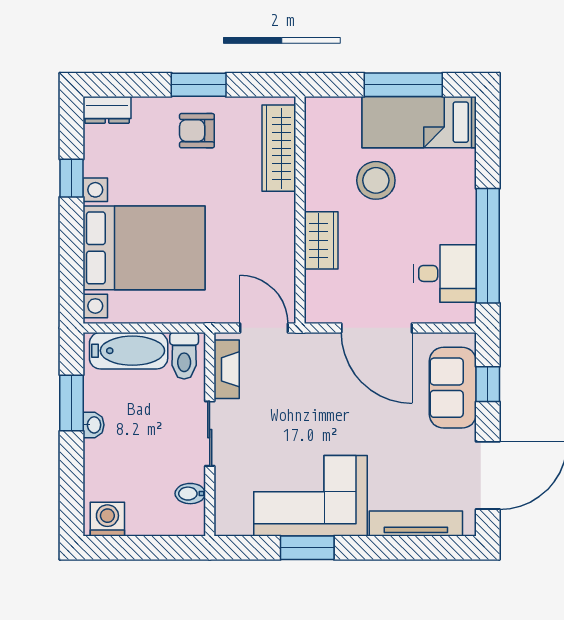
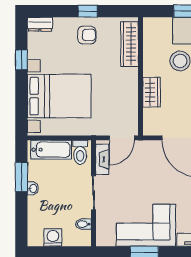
window: (199, 85) -> (88, 11), width x0.67
armchair: (197, 131) -> (87, 35), turned 180
door: (264, 328) -> (122, 138), swing flipped
washing machine: (107, 519) -> (53, 237), moved

